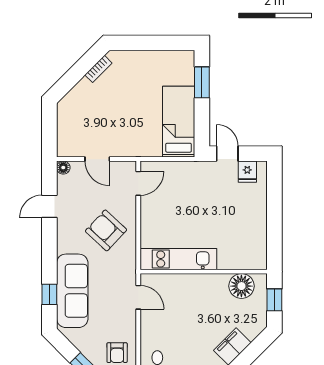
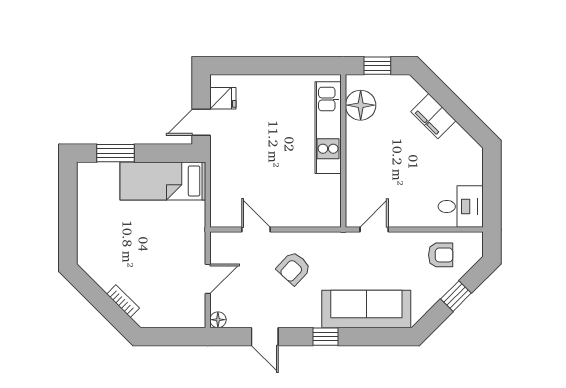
bookcase: (98, 69) -> (123, 301), moved
door: (138, 183) -> (256, 229), moved
armchair: (106, 230) -> (294, 268), width x0.72, depth x0.72
kitchen unit: (178, 259) -> (328, 128), moved
window: (49, 294) -> (325, 337), moved

